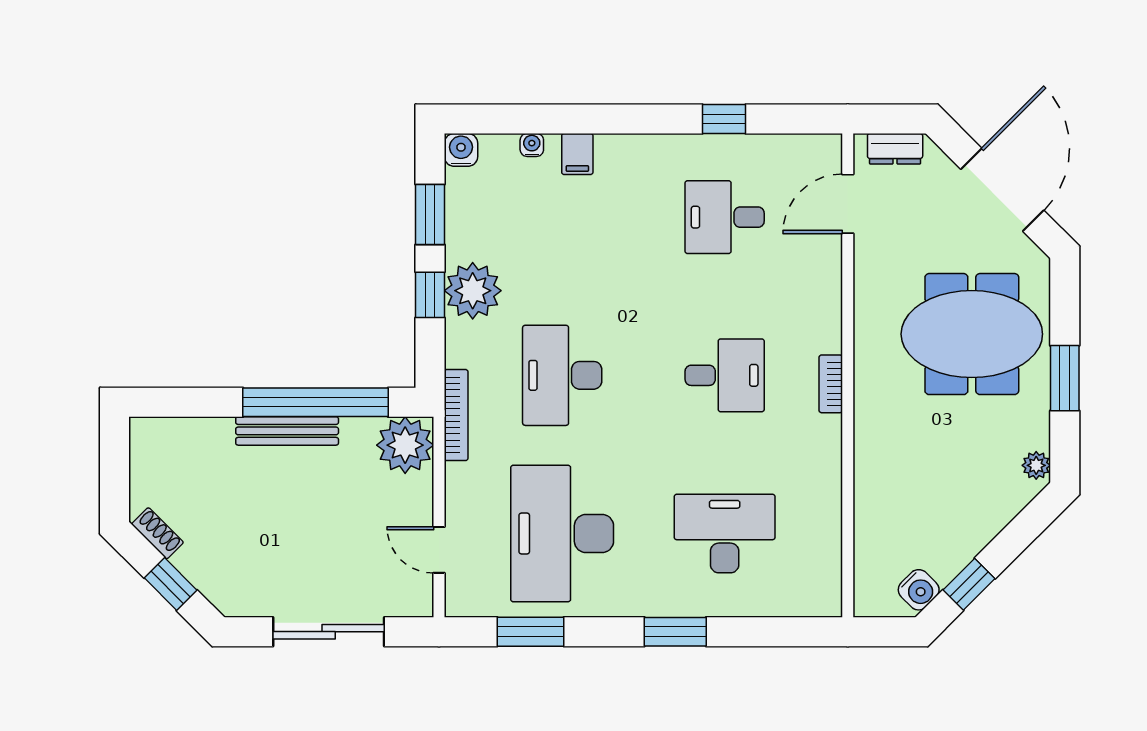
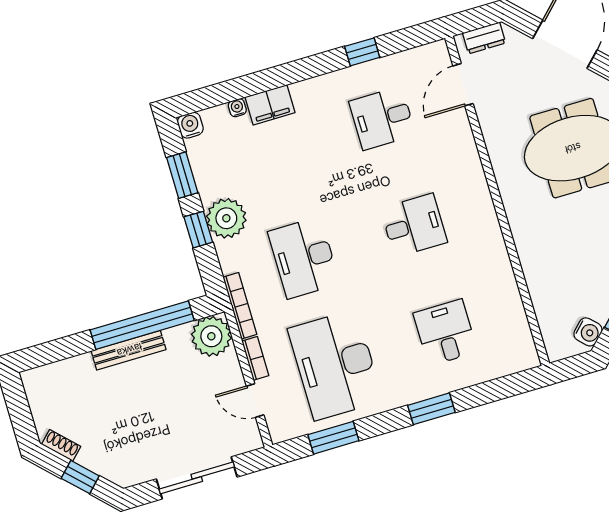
filing cabinet: (577, 154) -> (270, 105), width x2.00
bookcase: (831, 384) -> (255, 358), moved, turned 180
desk: (725, 534) -> (445, 332), width x0.73

